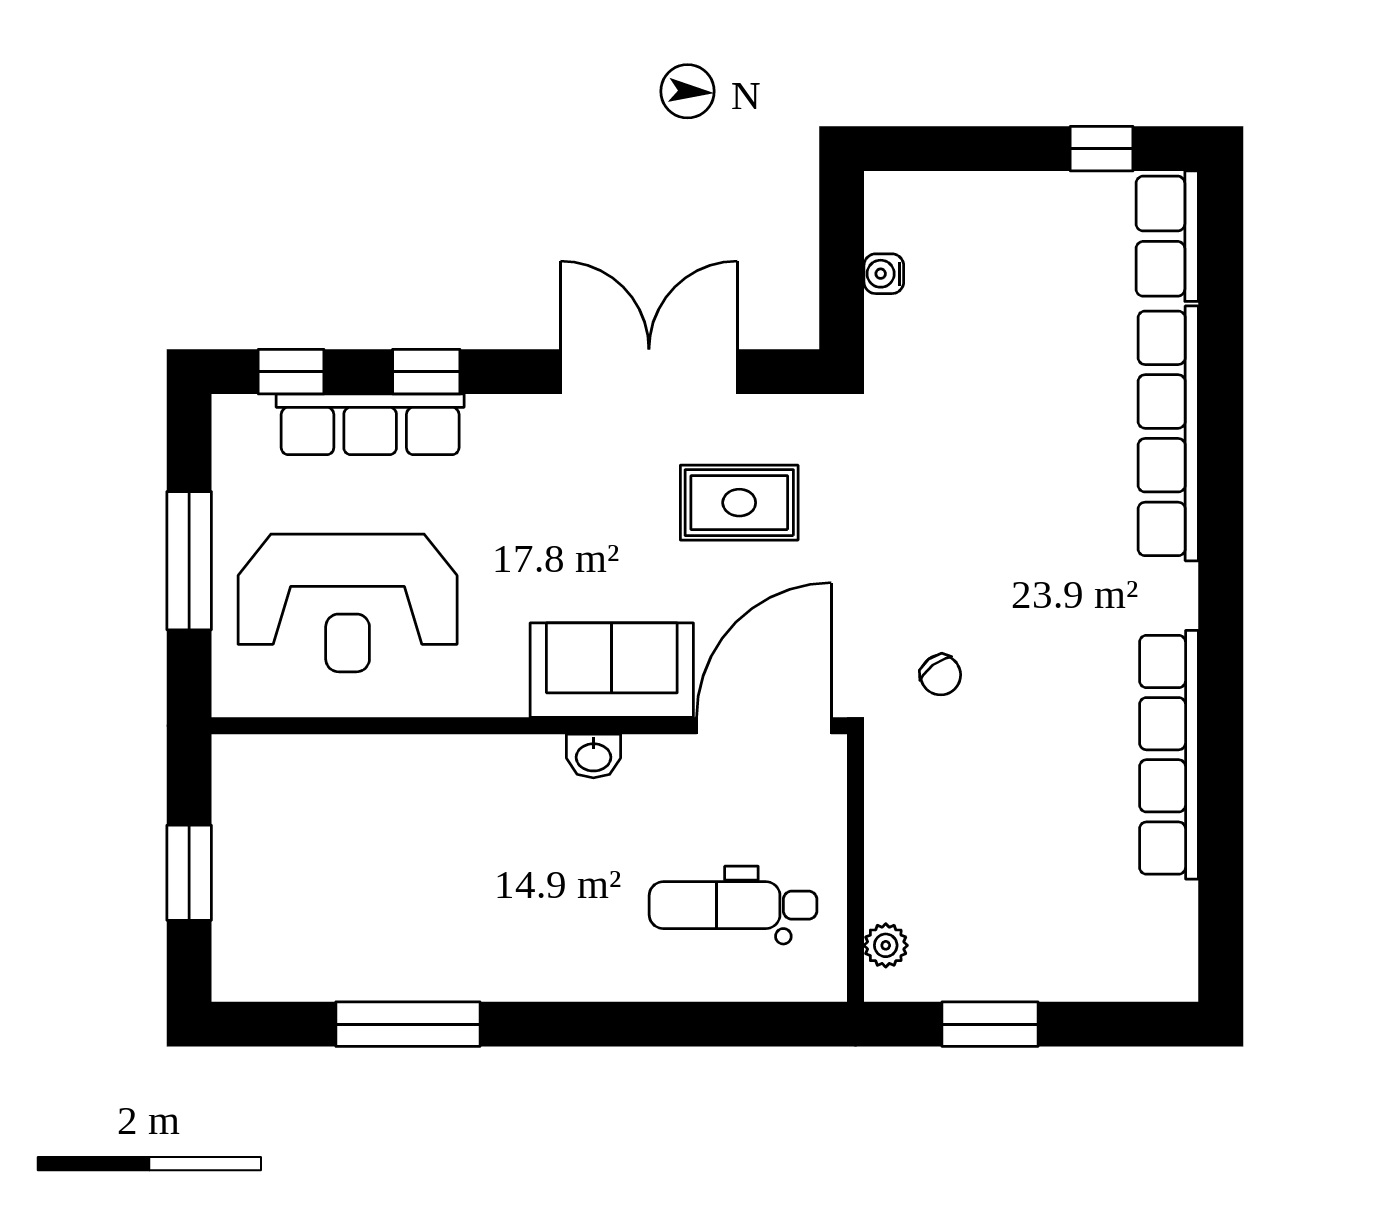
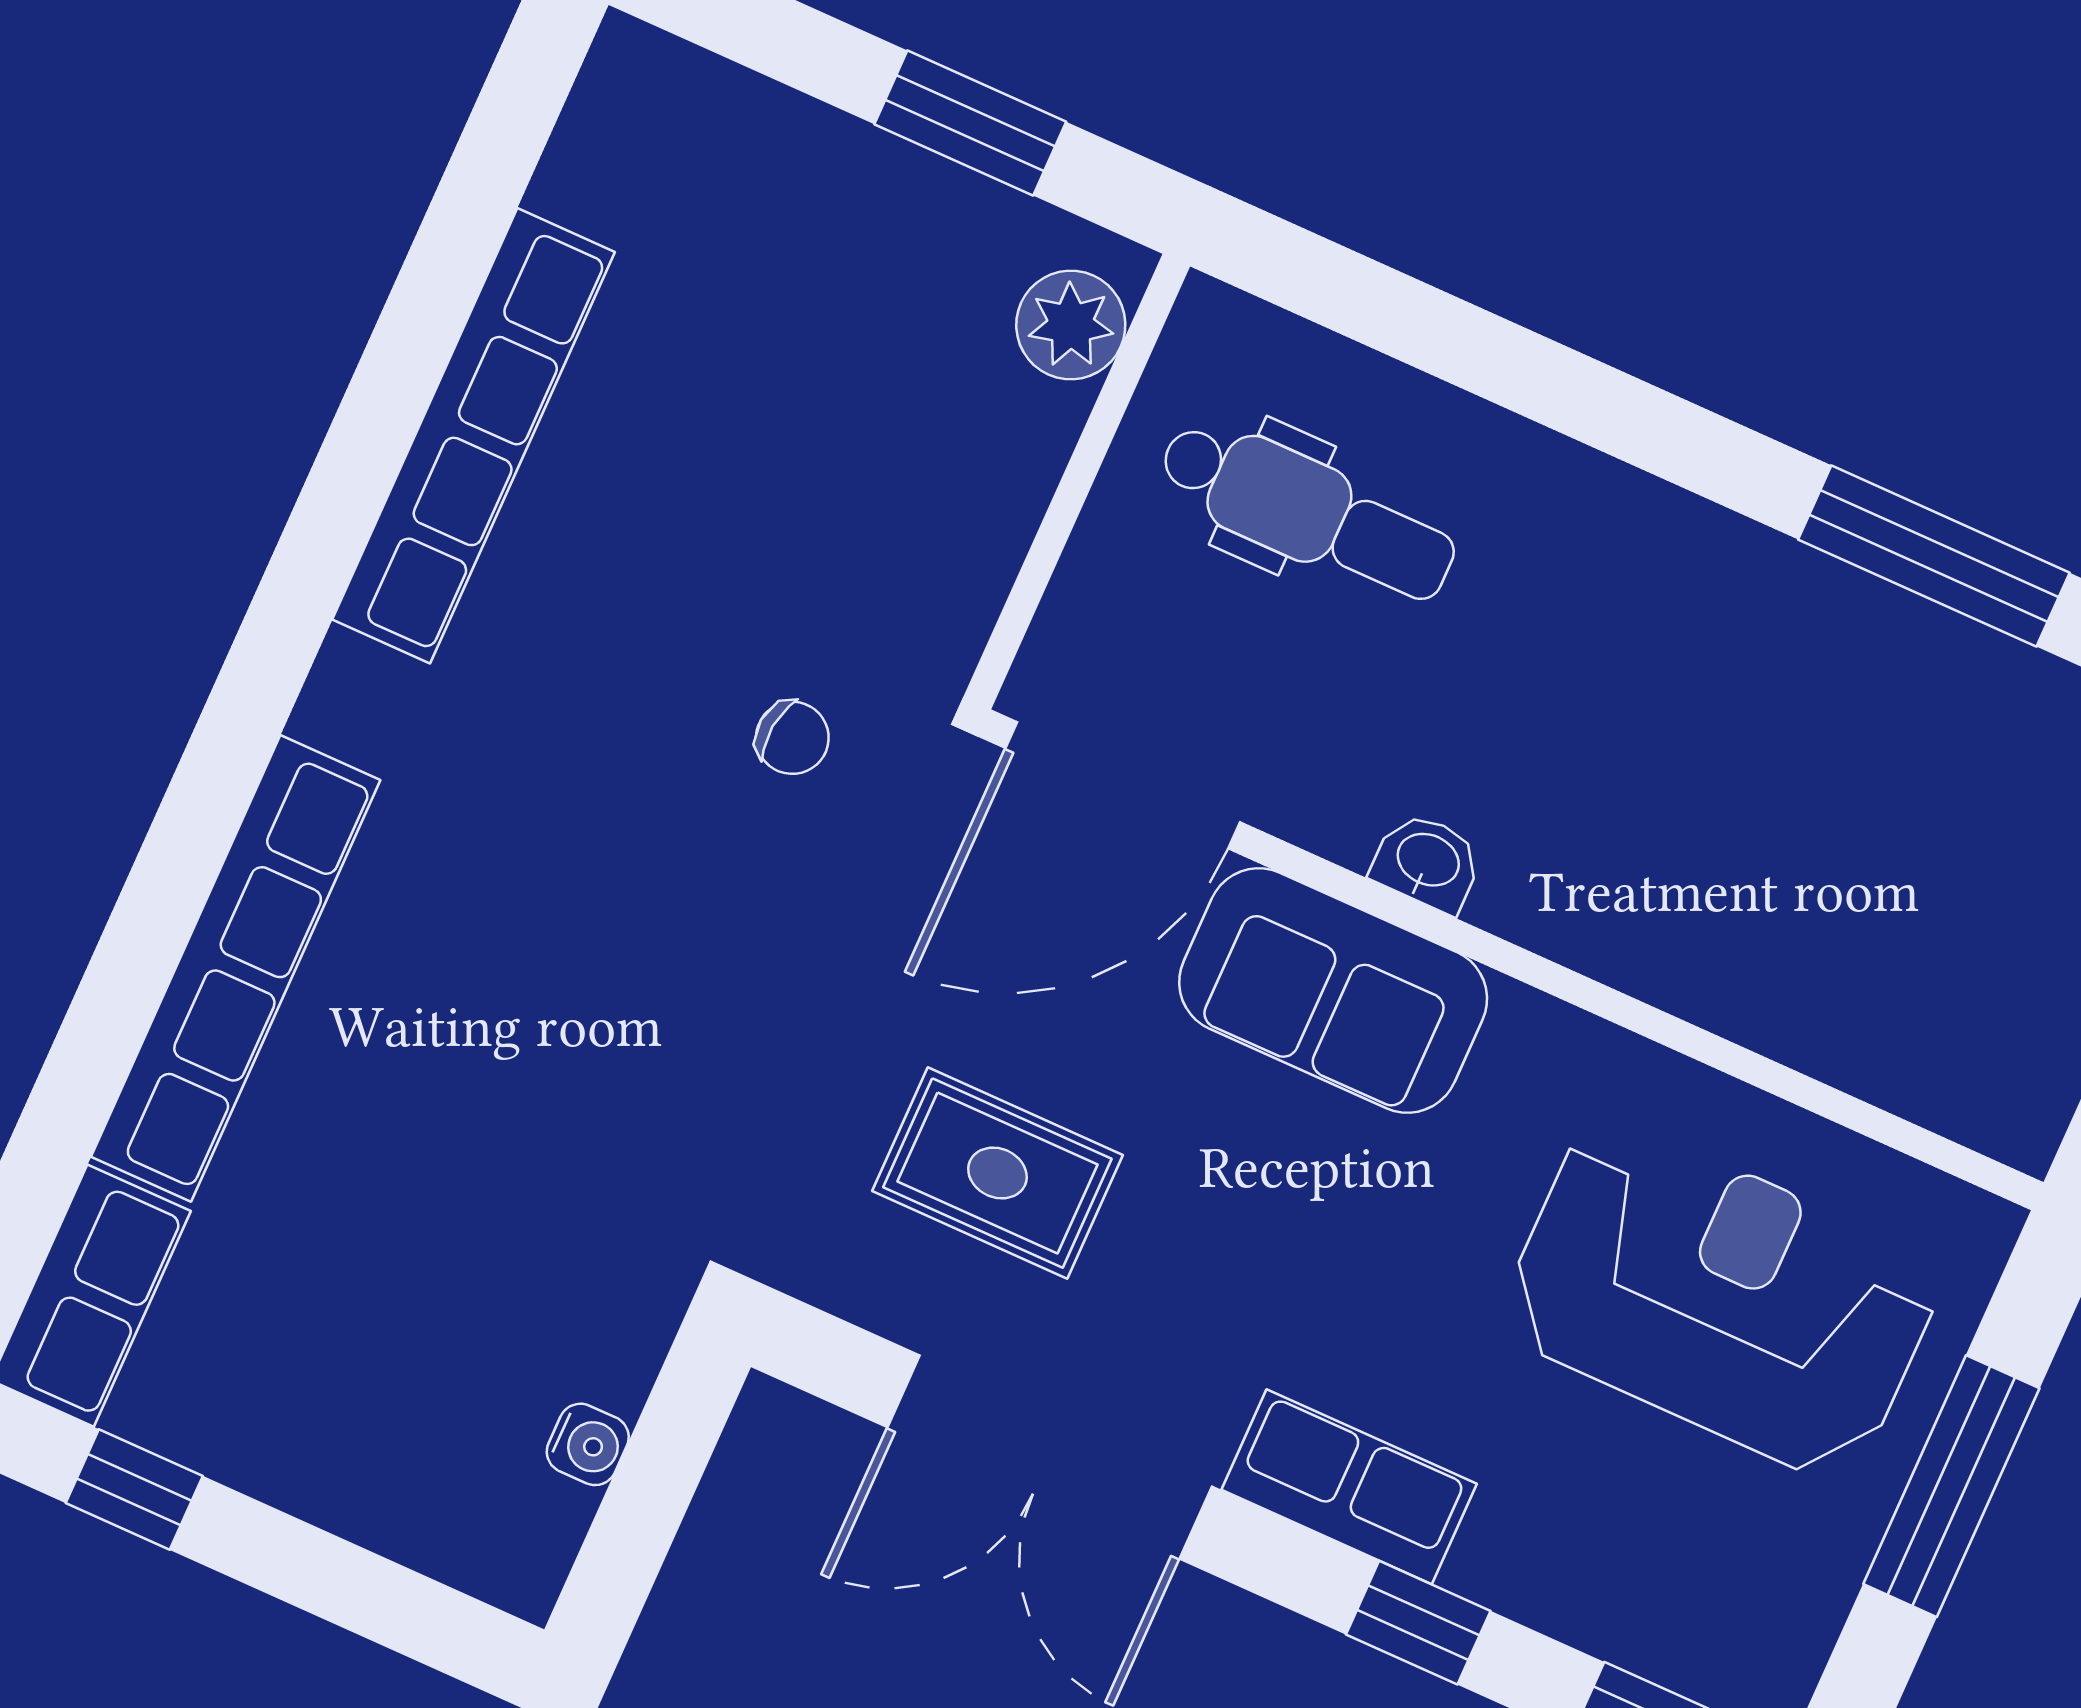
row of seats: (370, 424) -> (1349, 1487), moved, width x0.68
chair: (941, 675) -> (792, 738), turned 133
plant: (886, 945) -> (1071, 325), width x1.38, depth x1.38

